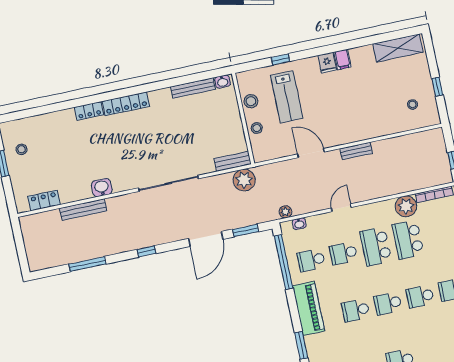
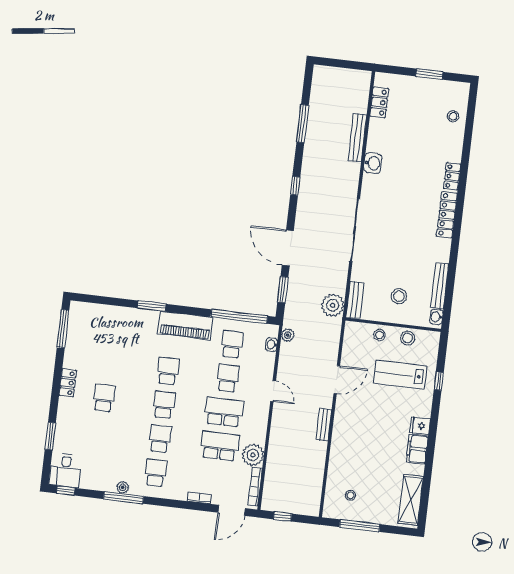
filing cabinet: (343, 59) -> (417, 449), width x2.00
window: (437, 87) -> (360, 526), width x2.17
stool: (215, 122) -> (399, 296), added
stool: (22, 149) -> (453, 116), moved

